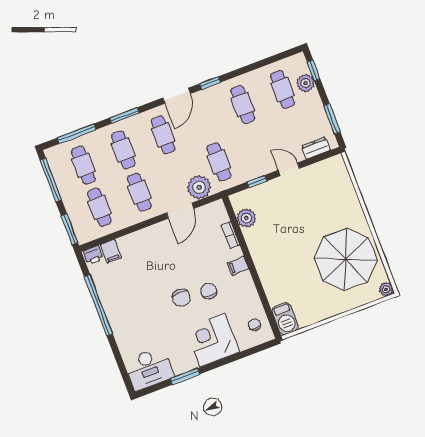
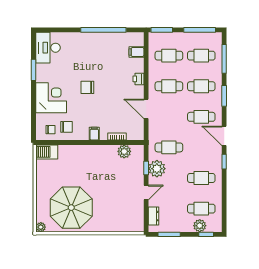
plant: (199, 187) -> (157, 169), moved
printer: (93, 255) -> (138, 79), moved
chair: (209, 291) -> (67, 127), moved

